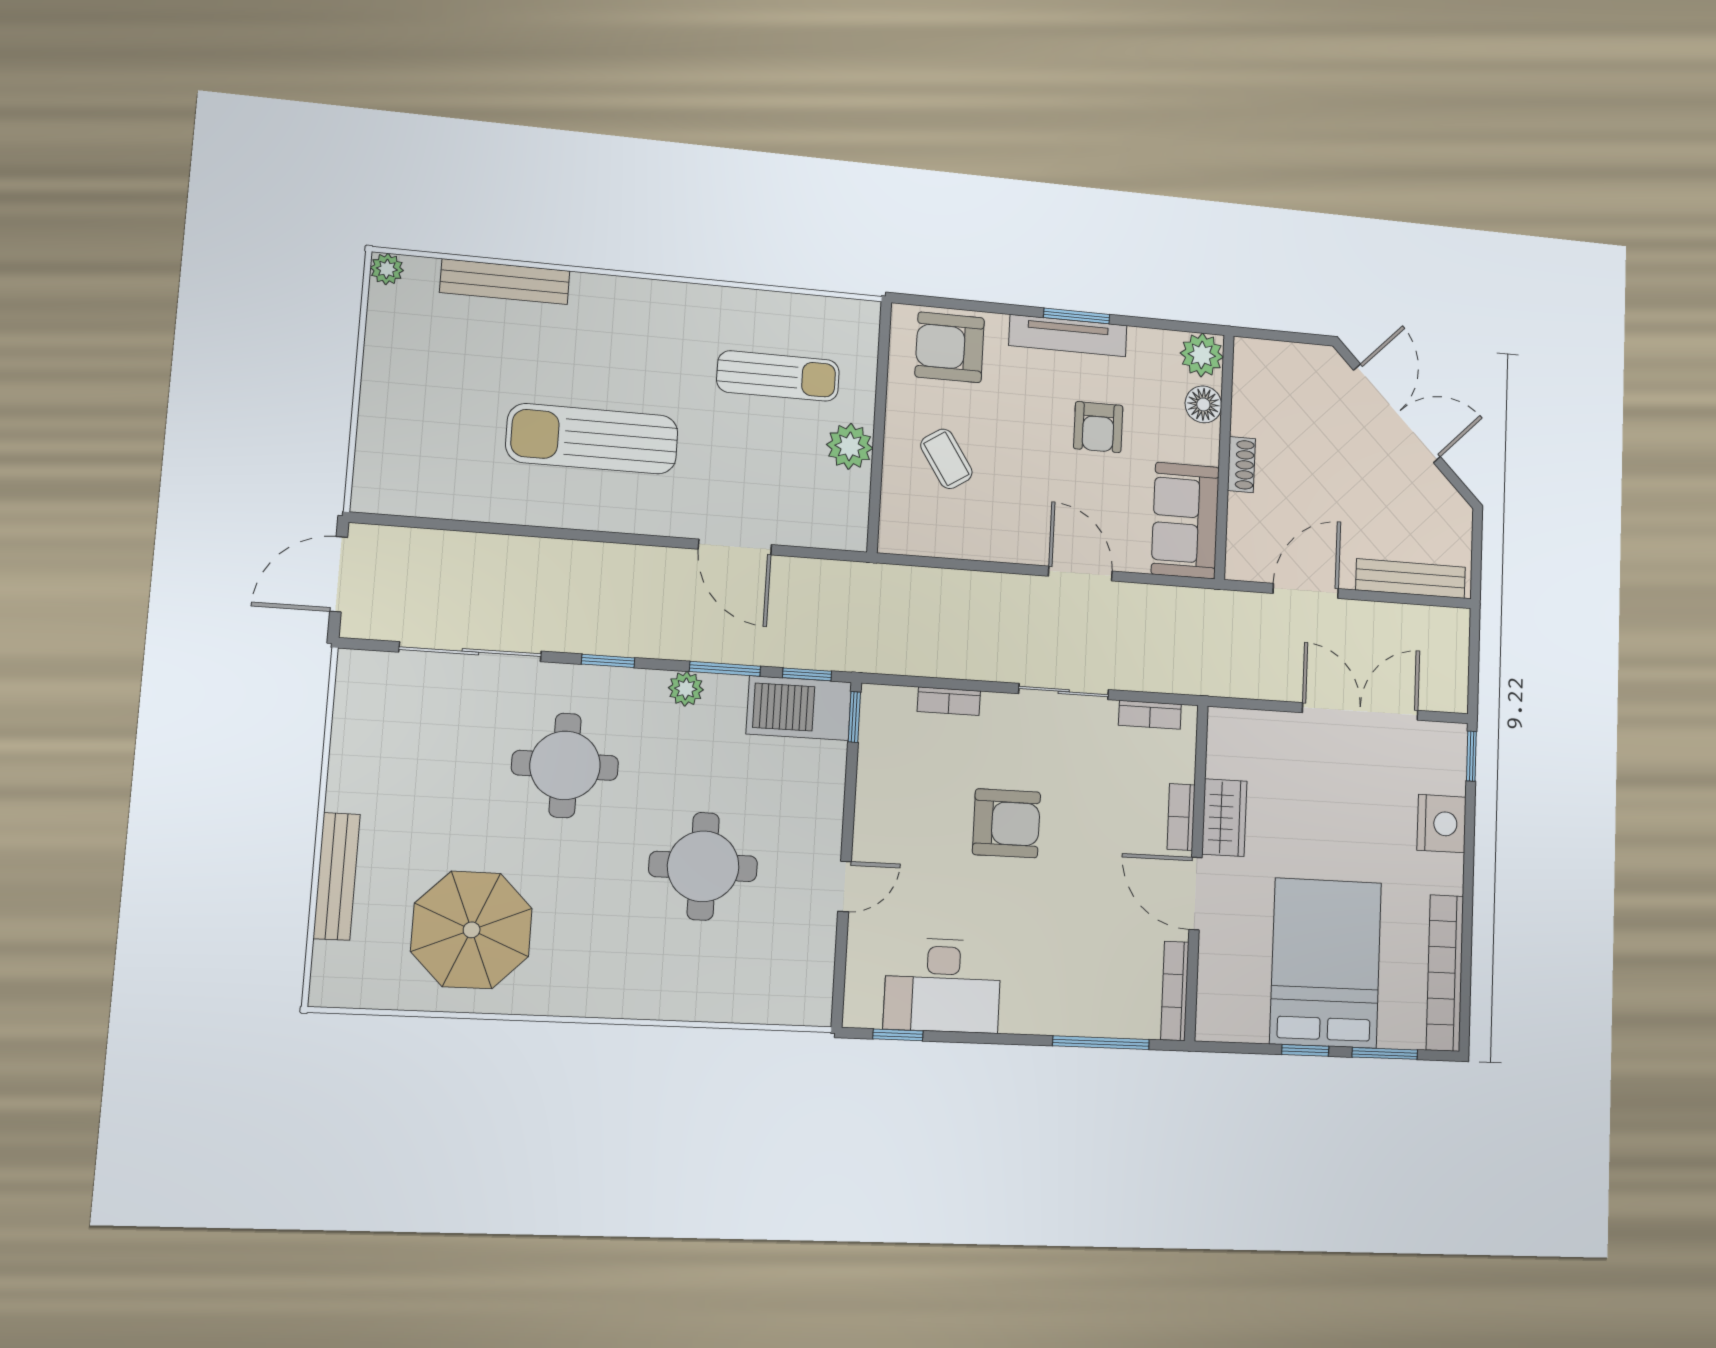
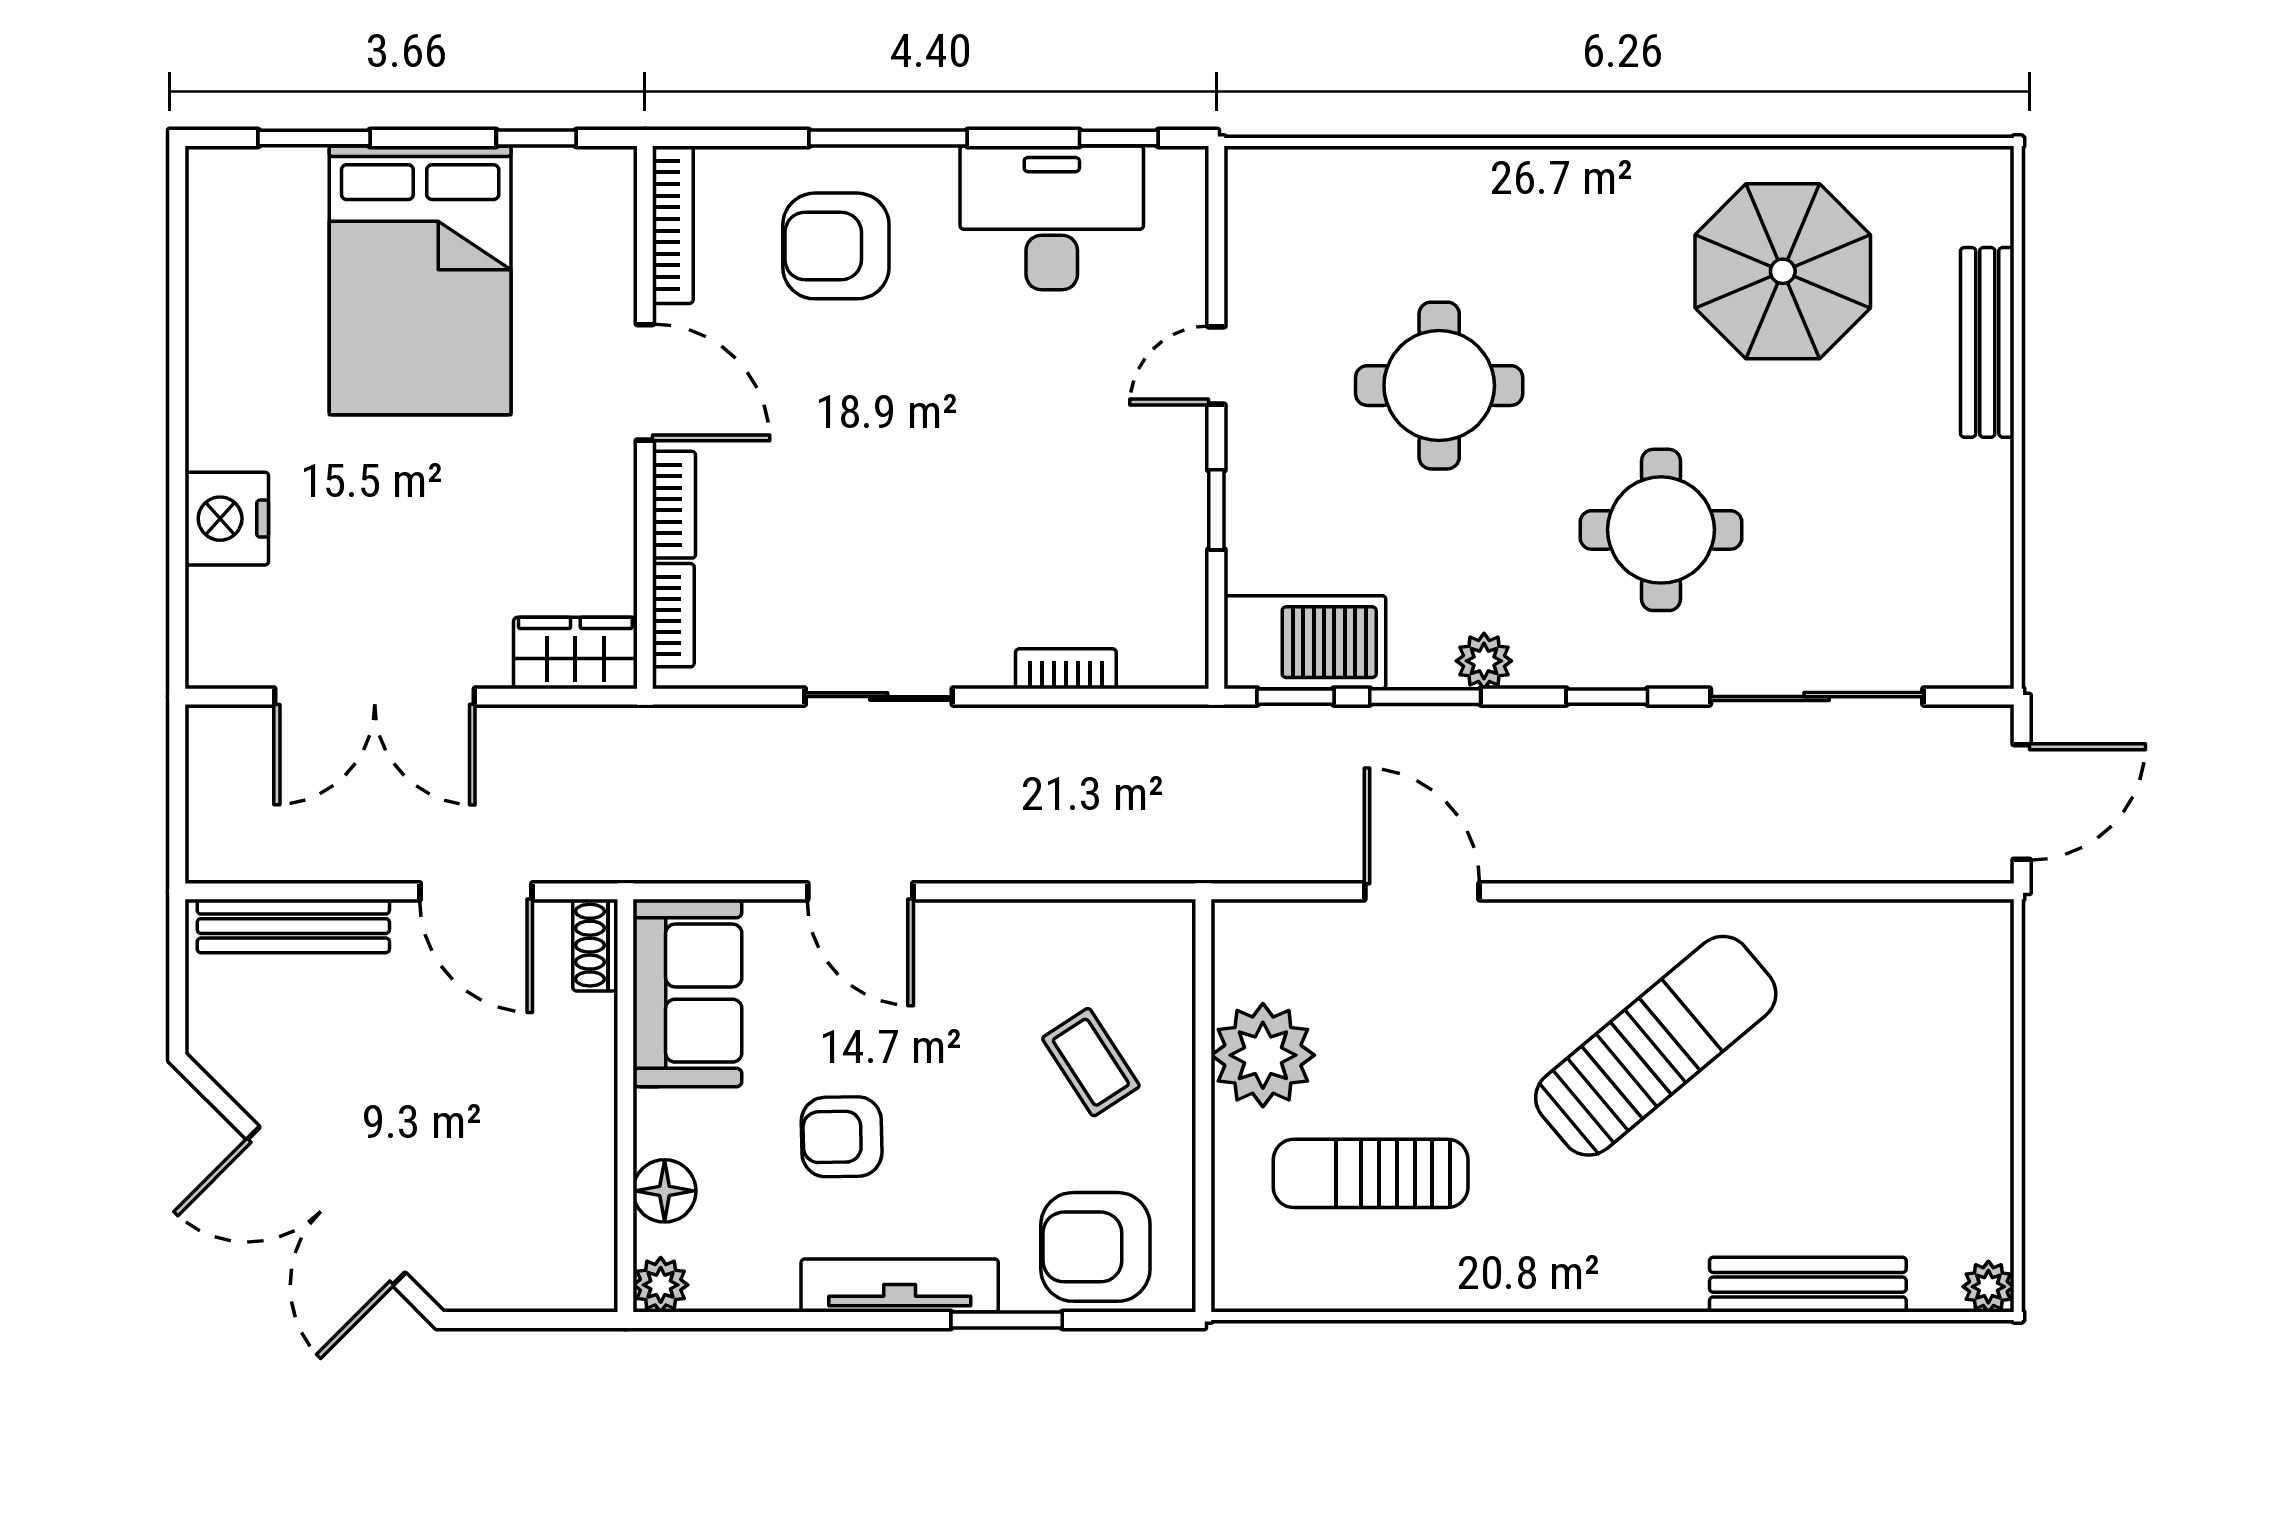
window: (1077, 316) -> (1007, 1320), moved
armchair: (950, 347) -> (1095, 1247), turned 180
plant: (1202, 355) -> (661, 1285), width x0.73, depth x0.73
armchair: (1098, 427) -> (842, 1137), turned -91
sun lounger: (592, 439) -> (1656, 1046), turned -40
plant: (850, 446) -> (1263, 1055), width x1.36, depth x1.36
shoe rack: (1241, 465) -> (595, 945), moved
door: (1306, 591) -> (476, 891), hinge flipped
bookcase: (1150, 715) -> (673, 615), moved, turned 90
window: (854, 717) -> (1216, 510), moved
window: (1471, 756) -> (177, 634), removed
wardrobe: (1224, 818) -> (575, 653), moved, turned 90
armchair: (1006, 823) -> (836, 246), moved
bookcase: (1445, 973) -> (214, 273), removed
window: (1101, 1043) -> (888, 138), moved
window: (1305, 1050) -> (536, 138), moved

